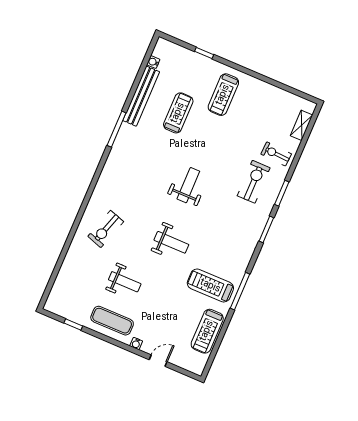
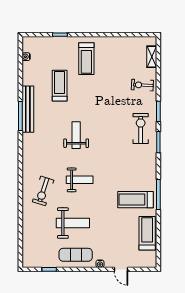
bench: (141, 96) -> (28, 109), moved
exercise bike: (254, 182) -> (141, 128), moved
weight bench: (188, 185) -> (76, 135), moved
weight bench: (171, 242) -> (80, 180), moved
weight bench: (125, 282) -> (73, 223), width x1.36, depth x1.33
treadmill: (207, 331) -> (147, 233), turned 180
door: (158, 361) -> (121, 269), swing flipped

